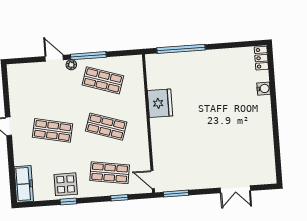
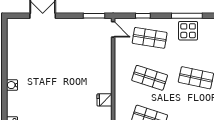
water cooler: (264, 89) -> (12, 85), moved
fridge: (160, 103) -> (105, 100), width x0.53, depth x0.75
window: (68, 202) -> (187, 16), width x2.17

